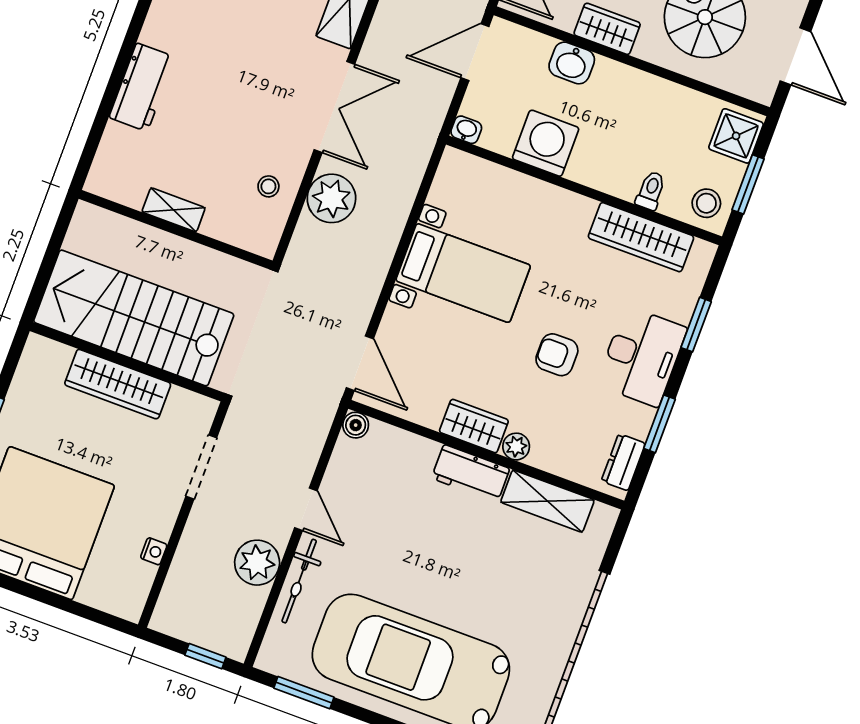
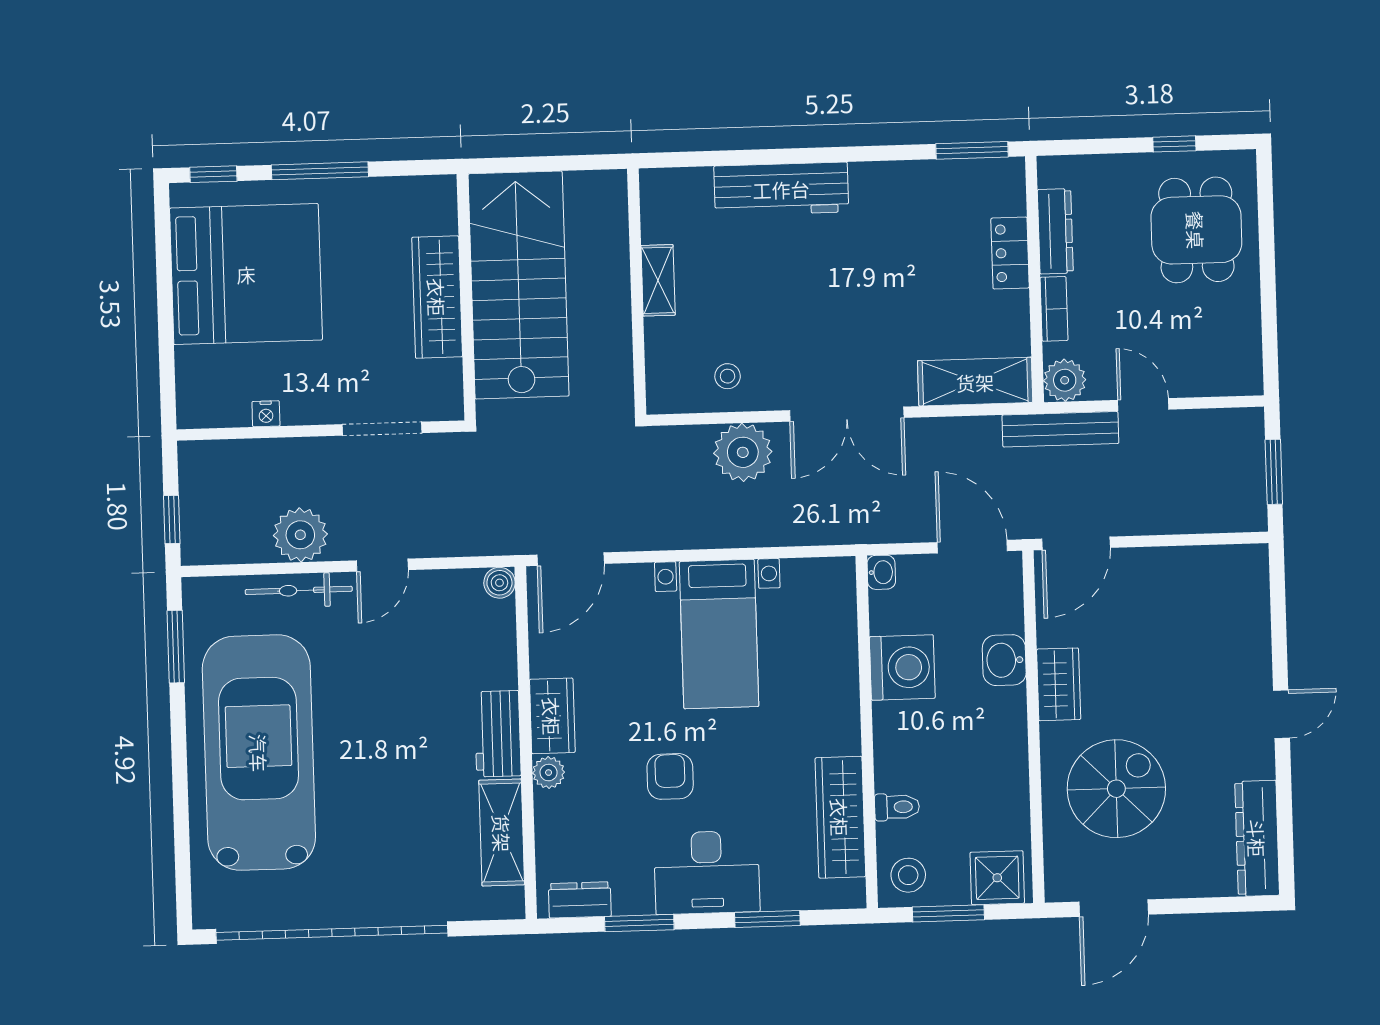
workbench: (142, 87) -> (781, 189), width x1.37

